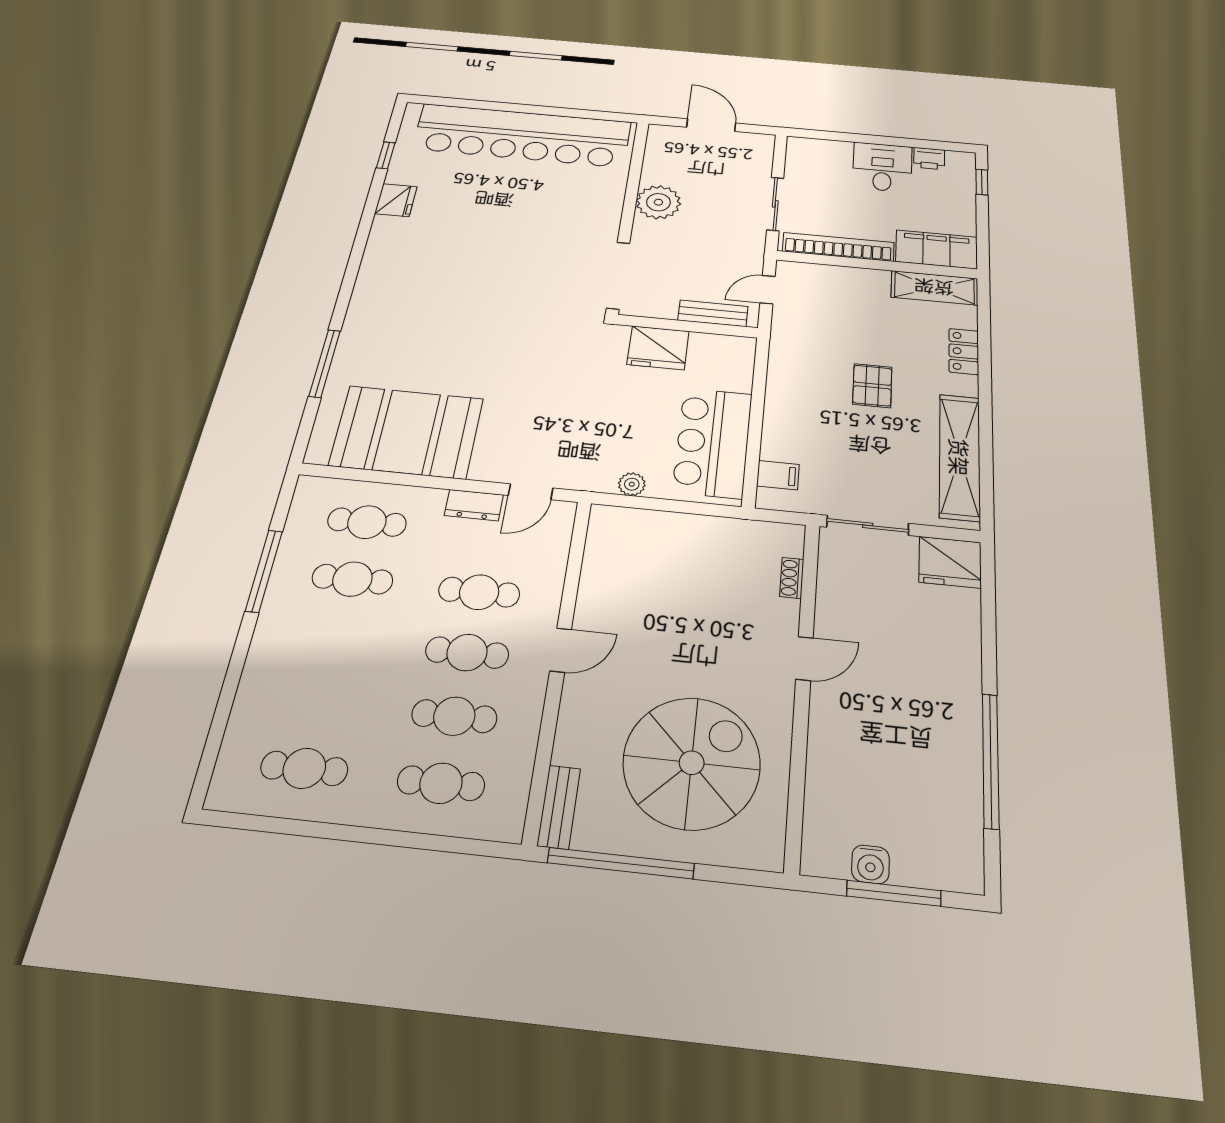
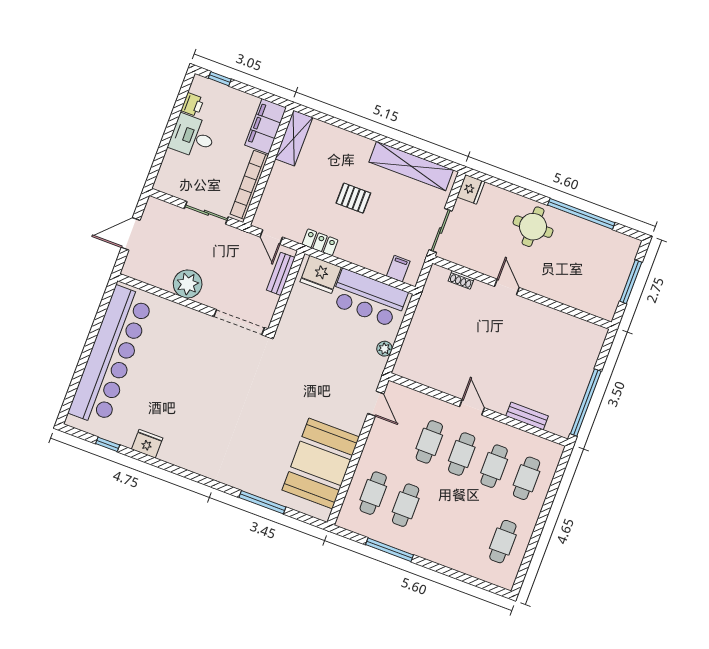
fridge: (658, 348) -> (321, 274), moved, turned 90
locker: (964, 351) -> (320, 242), moved, turned 180
dresser: (474, 505) -> (377, 435), removed
fridge: (950, 562) -> (471, 189), width x0.73, depth x0.75
round table: (933, 678) -> (533, 227), added
spiral stairs: (692, 763) -> (546, 357), removed
bench: (559, 807) -> (527, 416), moved
water cooler: (871, 864) -> (615, 288), removed

